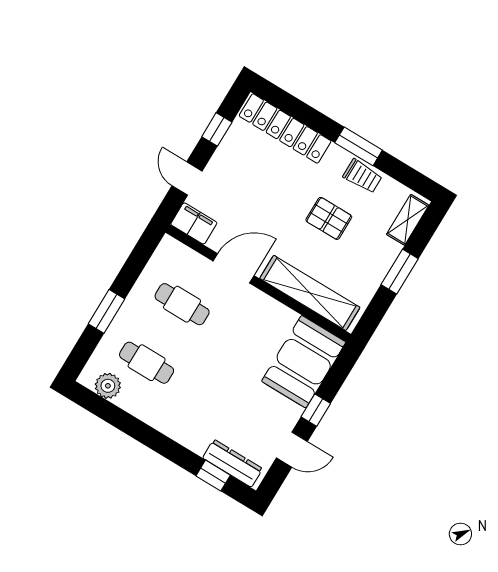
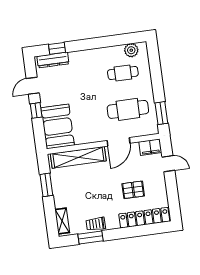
window: (217, 129) -> (173, 194), removed
window: (359, 146) -> (90, 237), moved
pallet: (329, 218) -> (133, 190), moved
window: (400, 272) -> (46, 185), moved
cafe table: (182, 304) -> (128, 109), width x1.37, depth x1.35
window: (107, 311) -> (161, 113), moved

